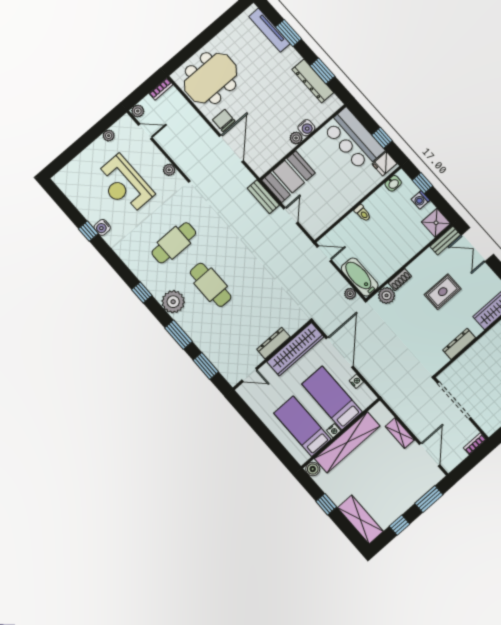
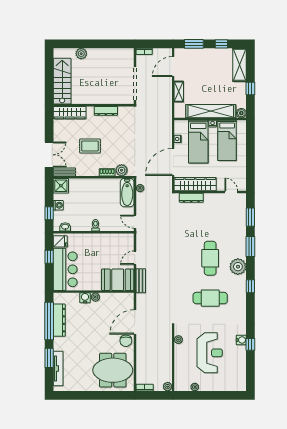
window: (322, 71) -> (49, 321), width x2.11
door: (145, 131) -> (173, 372), removed
dresser: (273, 343) -> (191, 198), moved

